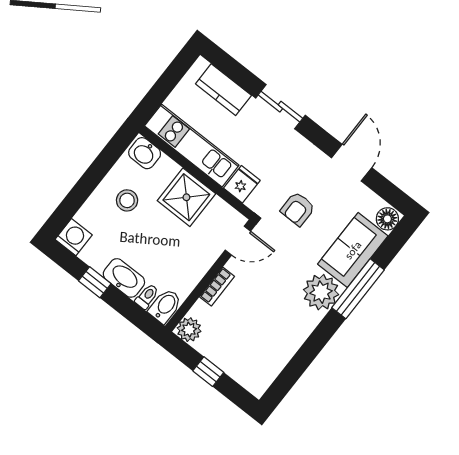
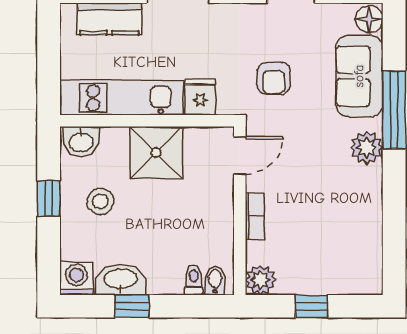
window: (96, 173) -> (49, 198), added
washbasin: (124, 278) -> (121, 280), moved
plant: (321, 292) -> (367, 148), width x0.73, depth x0.73
bidet: (165, 306) -> (215, 280), width x0.72, depth x0.74

